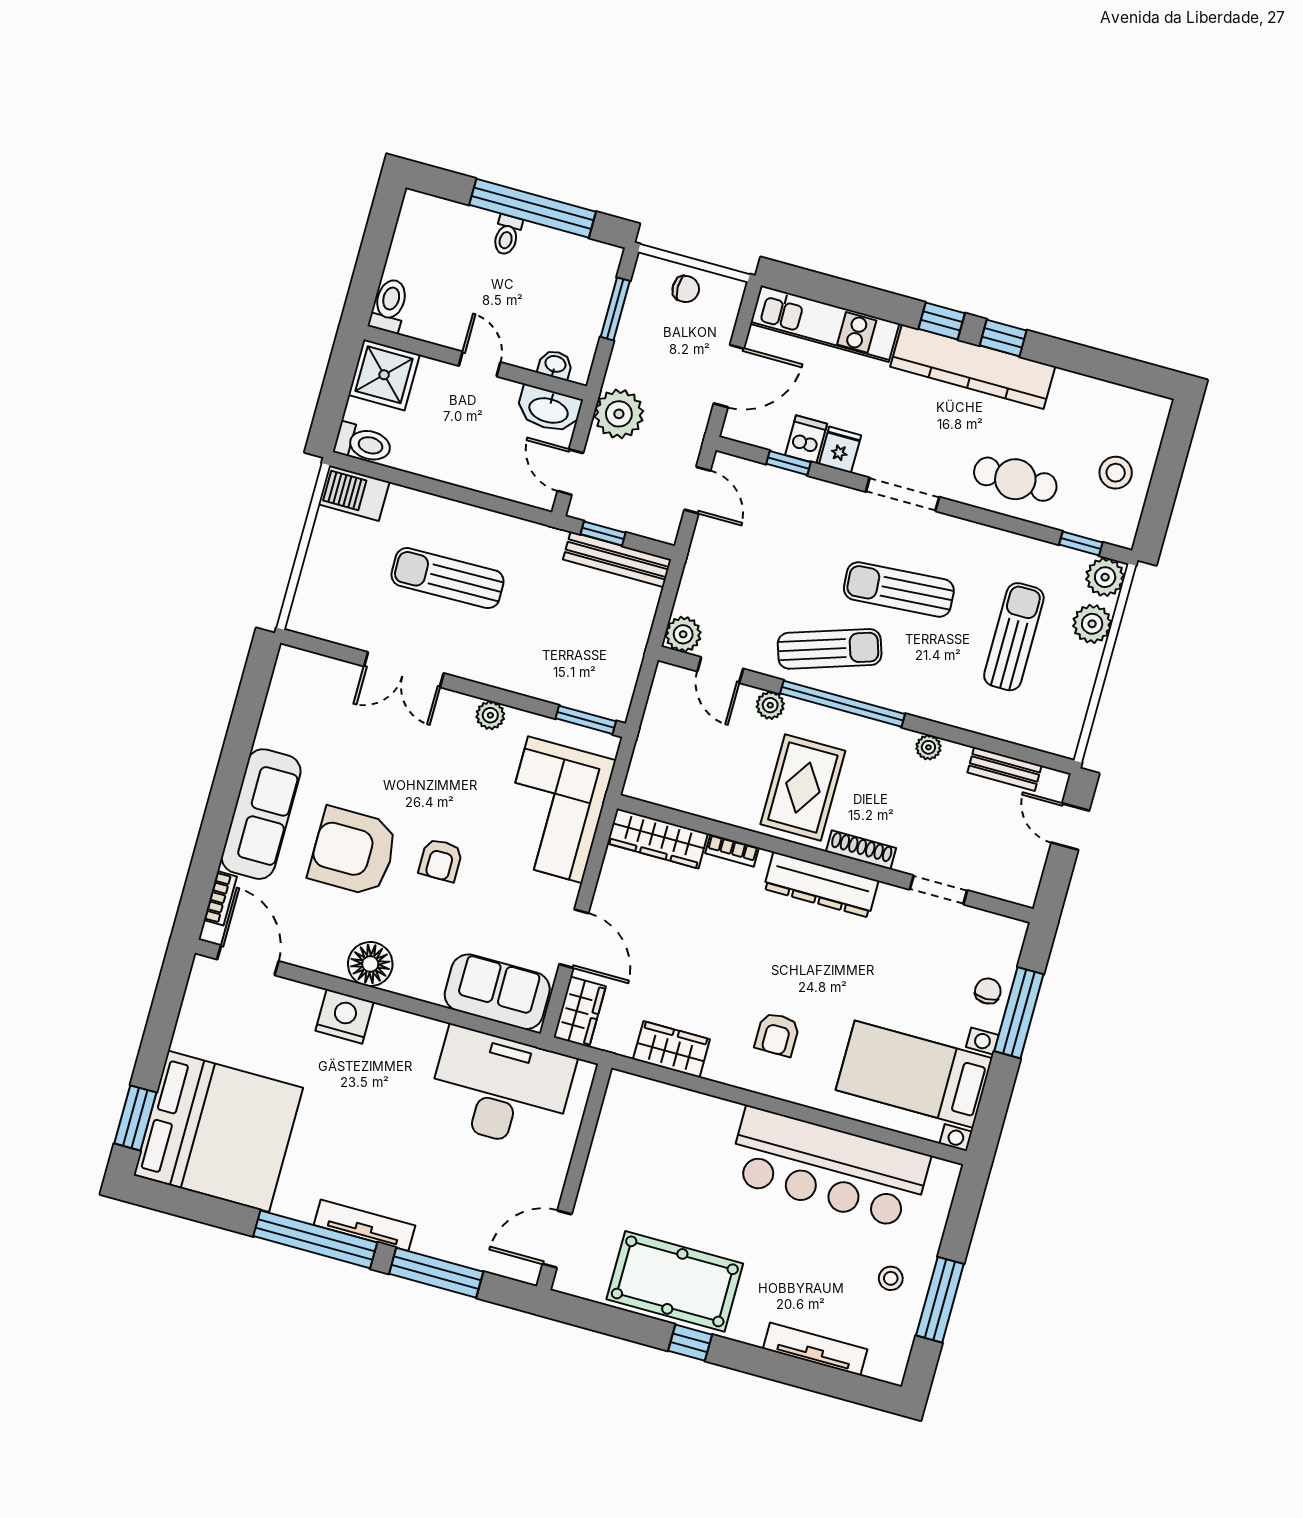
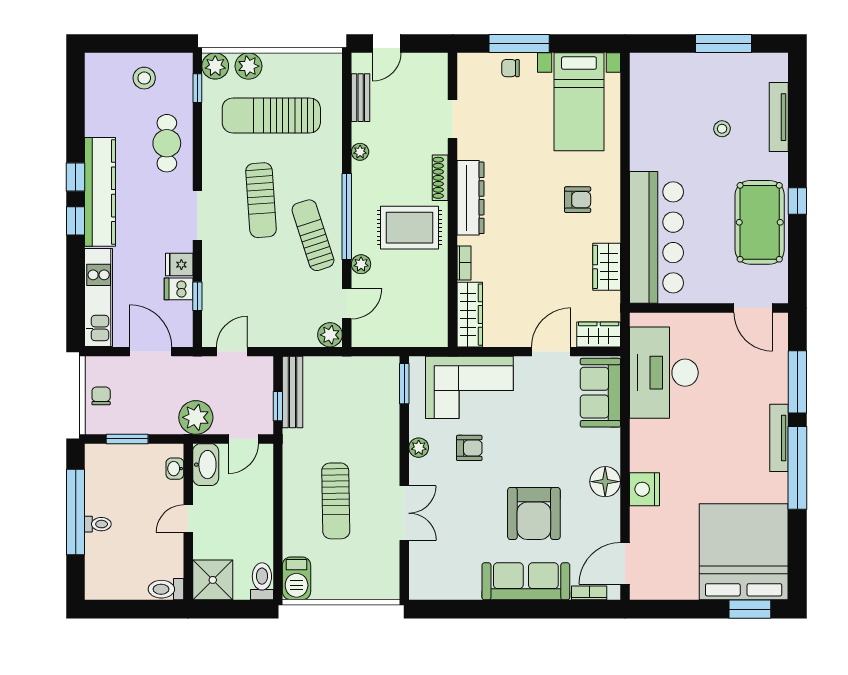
sun lounger: (1014, 637) -> (271, 115), width x1.36, depth x1.34
armchair: (441, 860) -> (469, 448), moved
bar counter: (829, 1168) -> (656, 237), moved
stool: (891, 1278) -> (722, 129), moved

